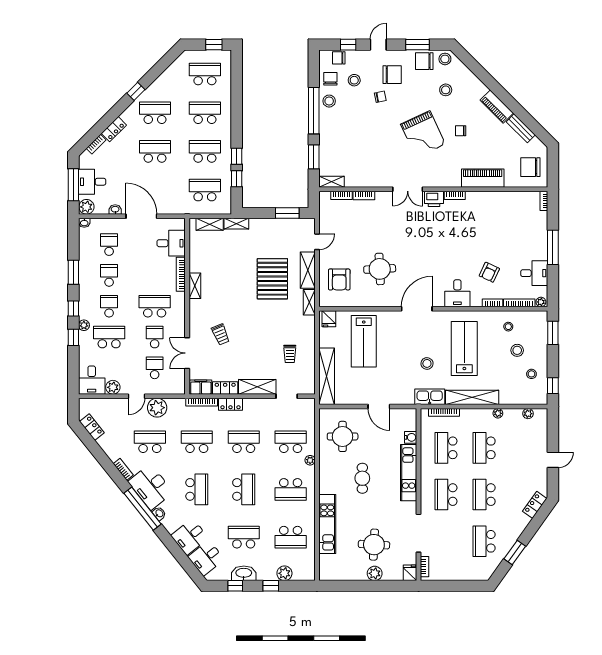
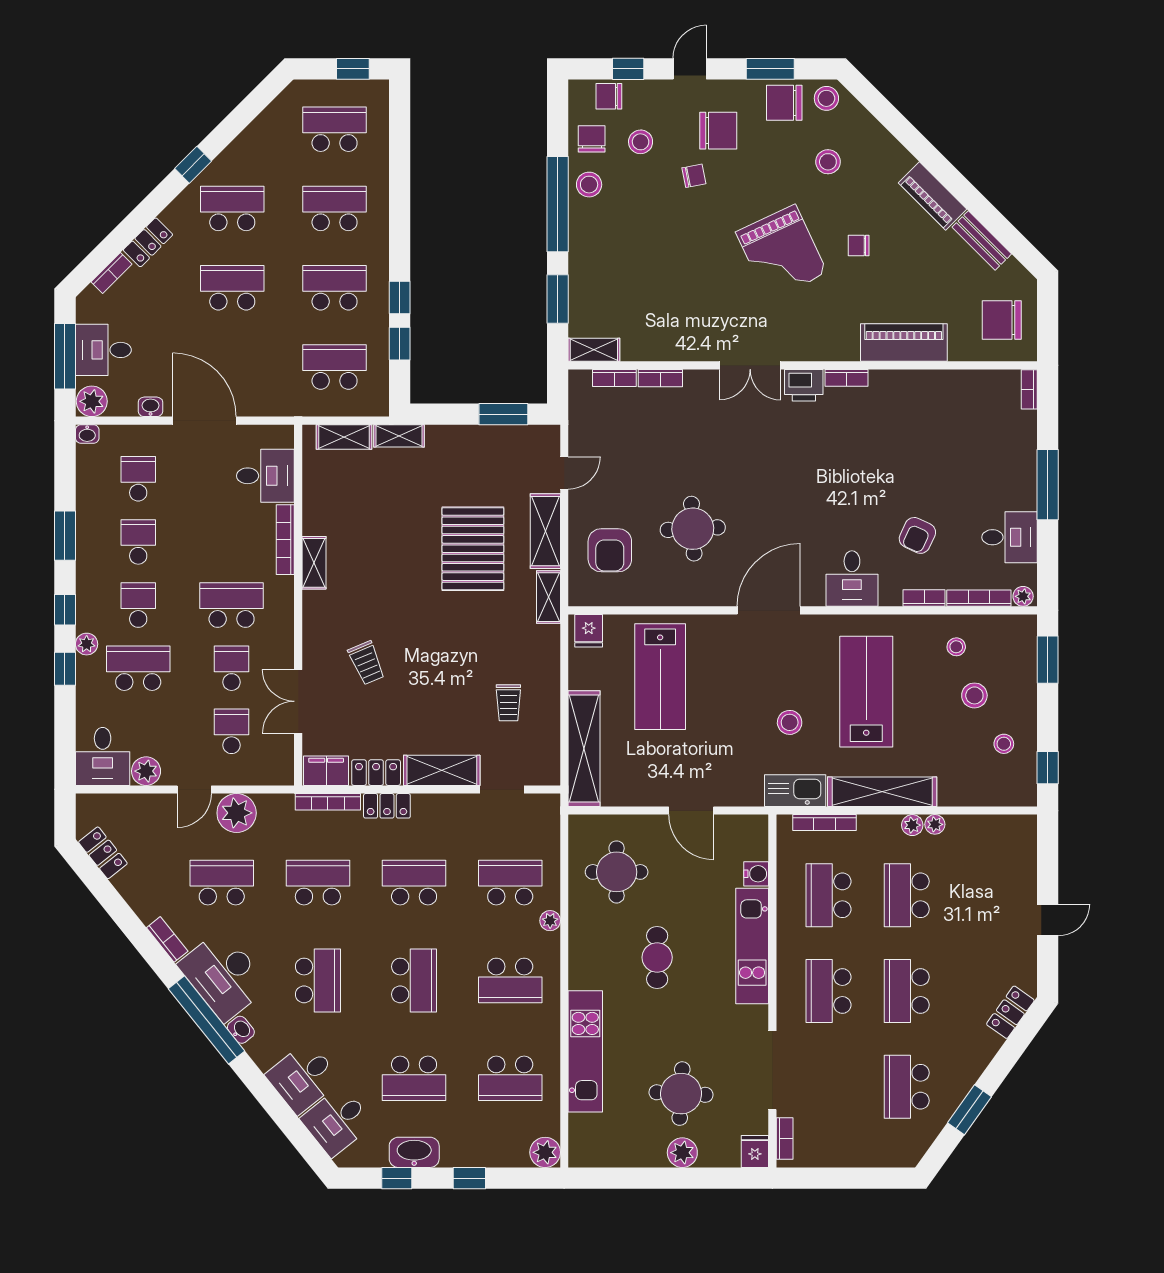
plant: (528, 414) -> (912, 825), moved
school desk: (244, 537) -> (414, 1078), turned 180
plant: (284, 573) -> (545, 1152), moved

